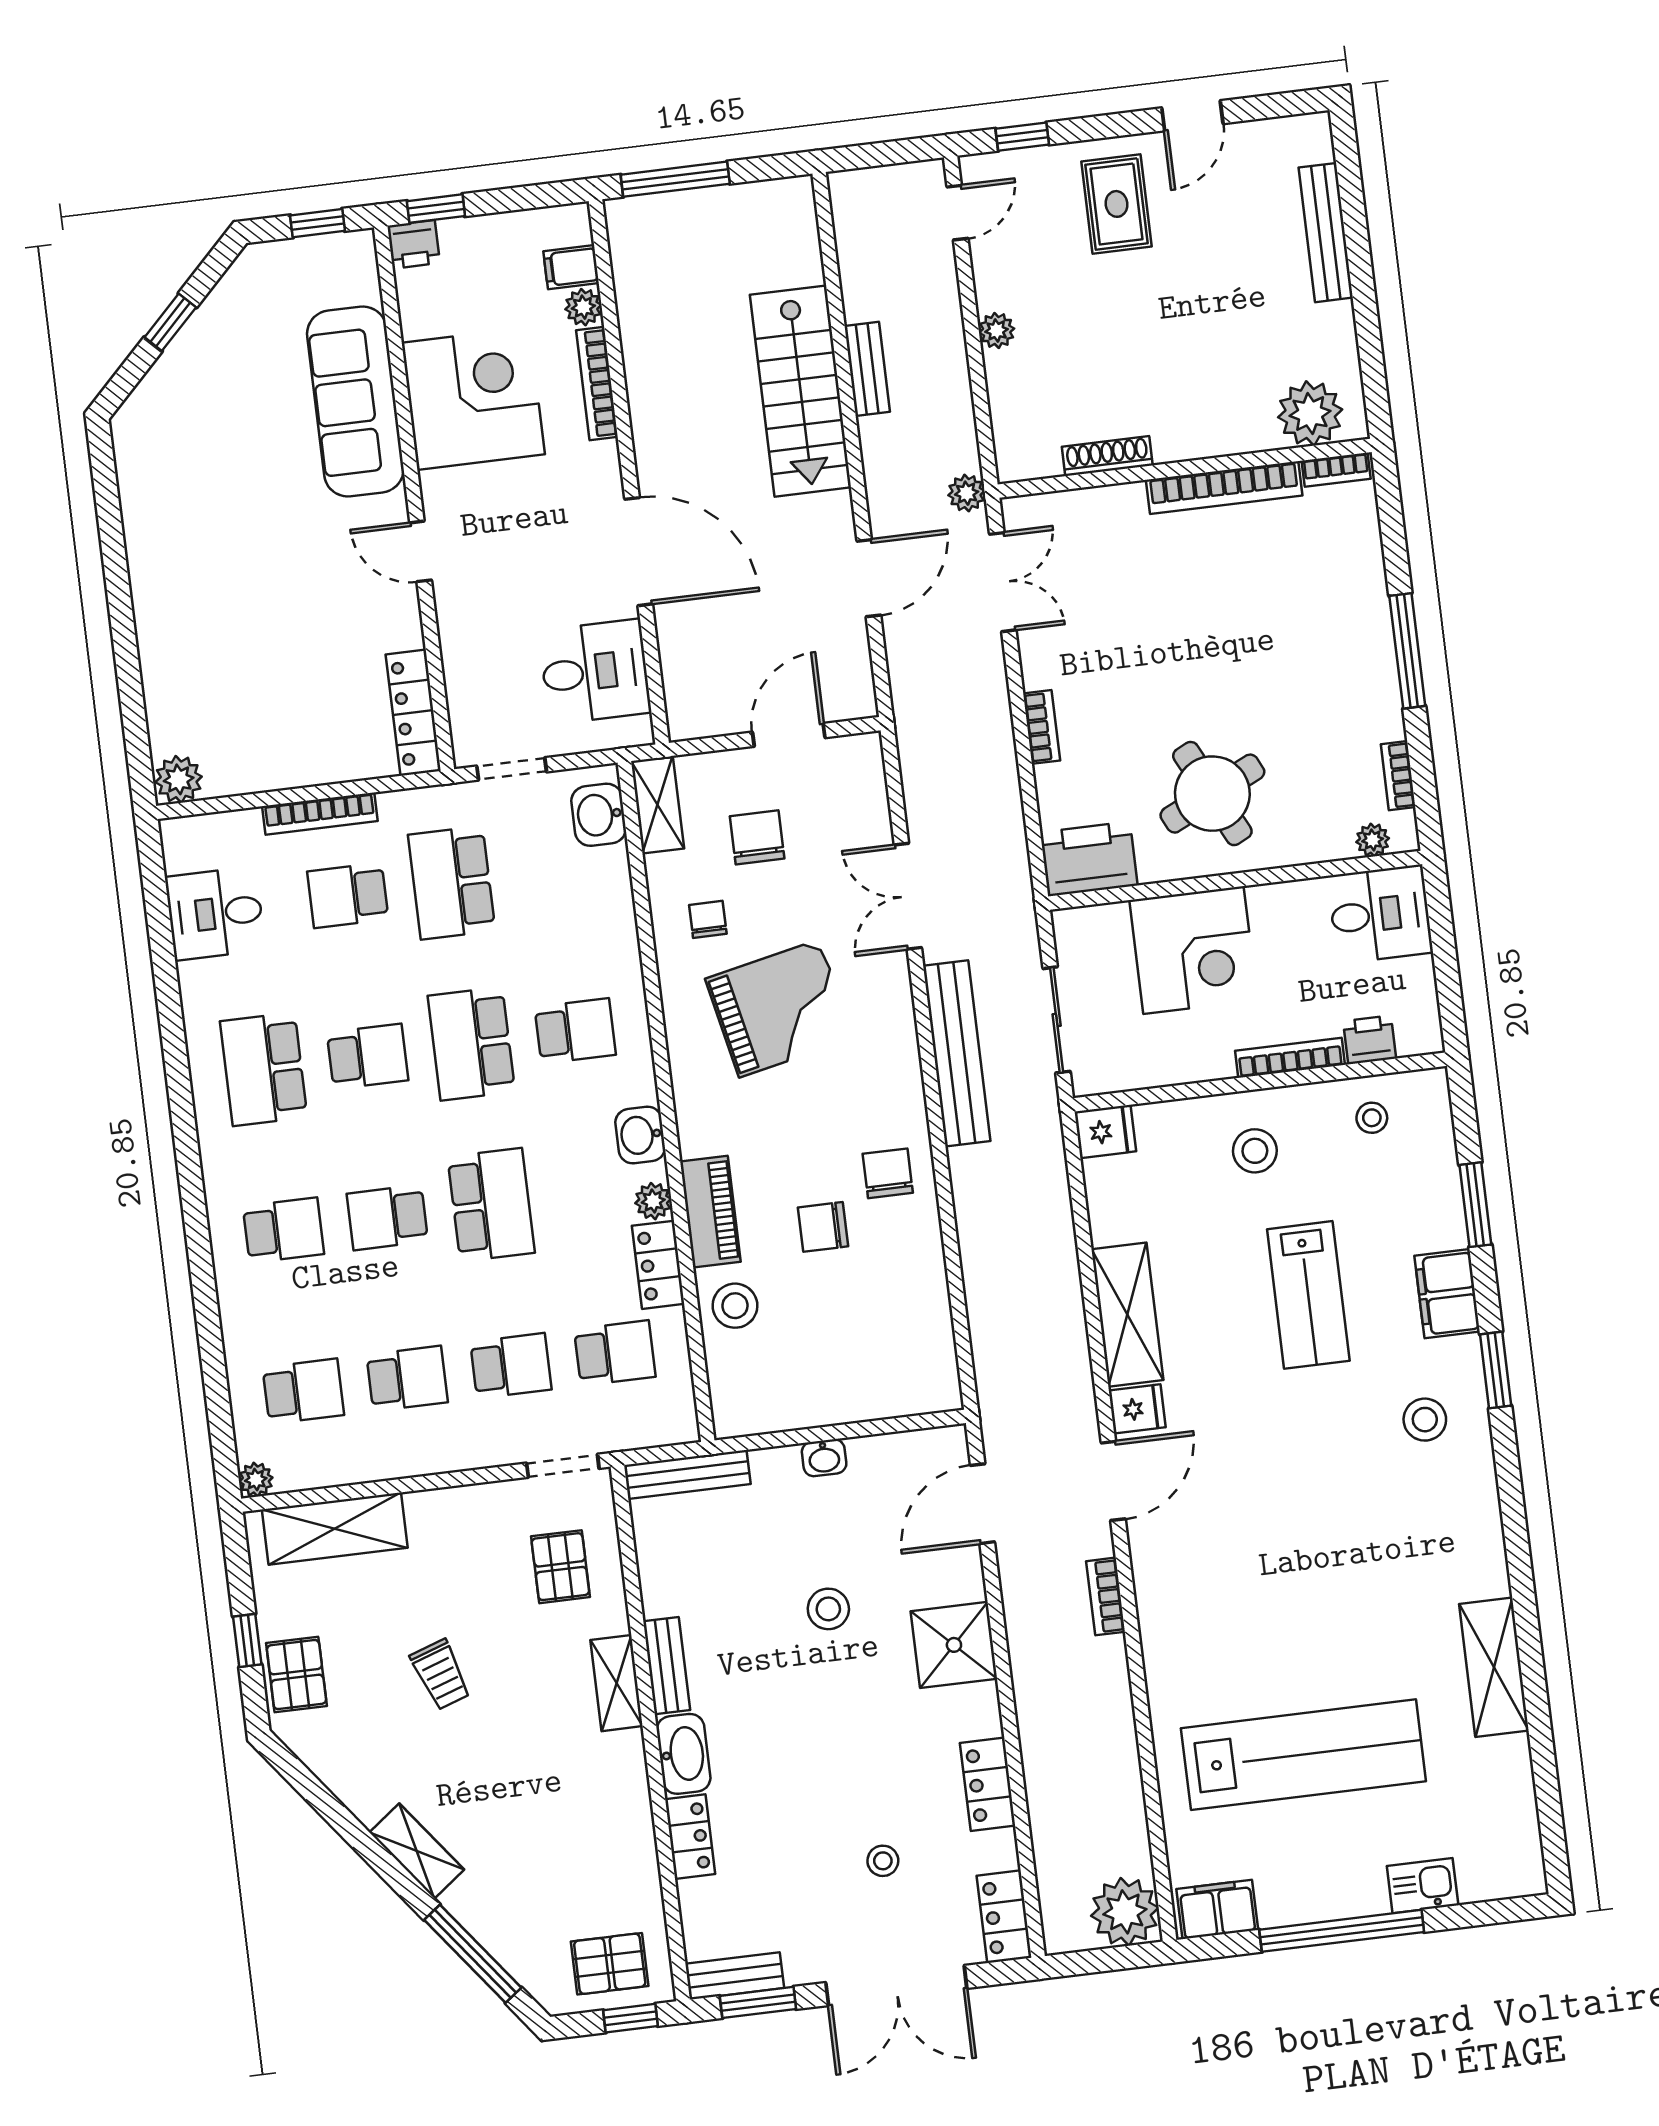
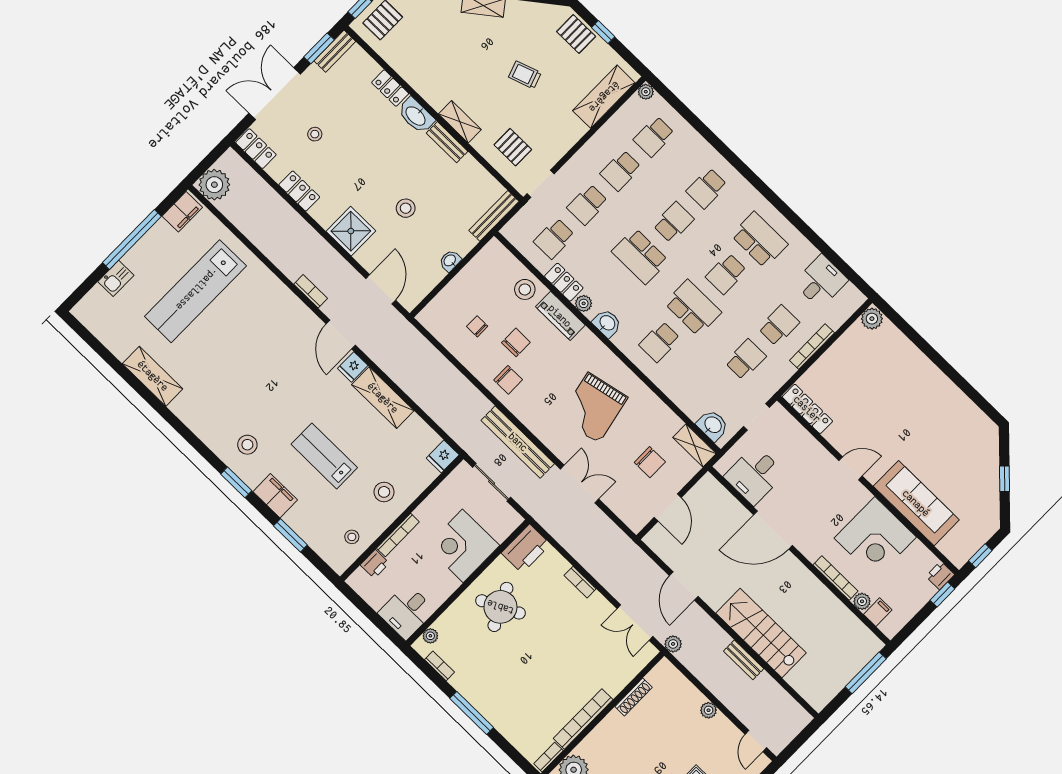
school desk: (452, 883) -> (746, 359), width x0.54
chair: (708, 919) -> (477, 326), moved, turned 180

